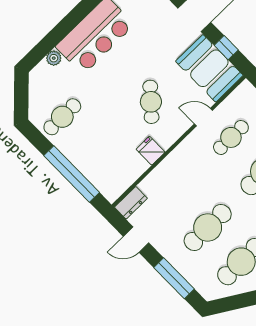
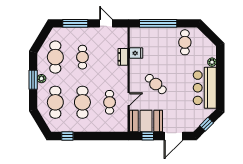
fridge: (151, 151) -> (136, 53), moved
dresser: (131, 203) -> (123, 57), moved
cafe table: (208, 227) -> (82, 57), width x0.73, depth x0.74
door: (136, 240) -> (106, 23), hinge flipped

